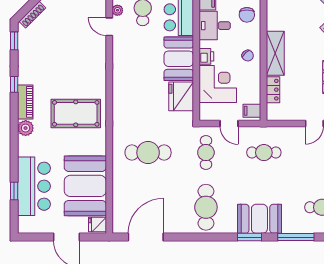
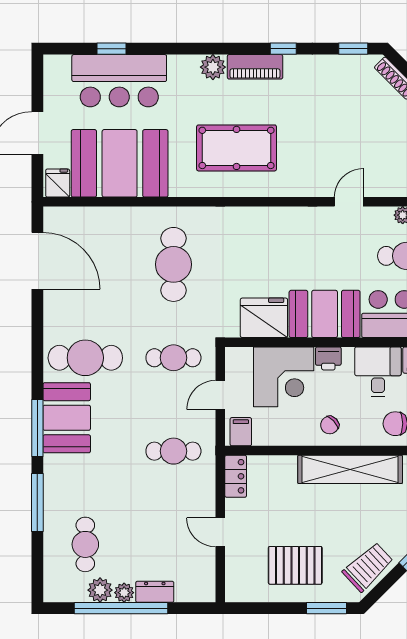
door: (109, 27) -> (349, 202), moved
shelving: (275, 53) -> (350, 469), width x1.47
locker: (273, 90) -> (236, 476), moved, turned -90
pool table: (76, 113) -> (237, 148), turned 90
cafe table: (264, 153) -> (173, 451), turned 90
booth: (259, 219) -> (67, 418), moved
window: (250, 237) -> (37, 428), width x1.44

